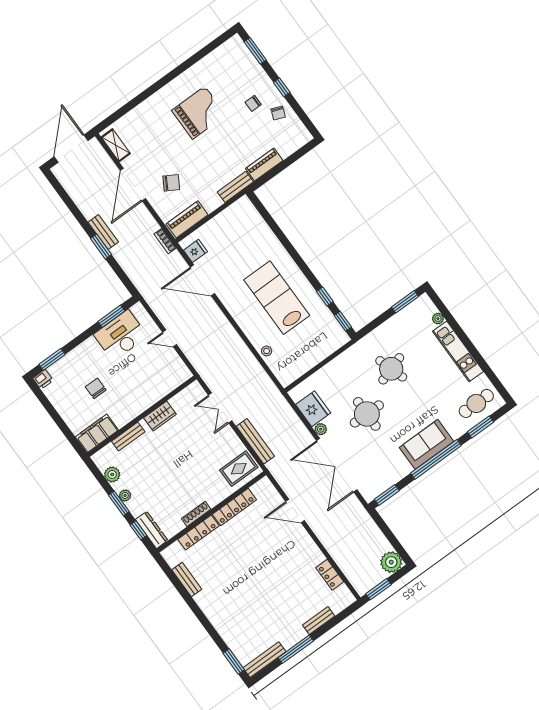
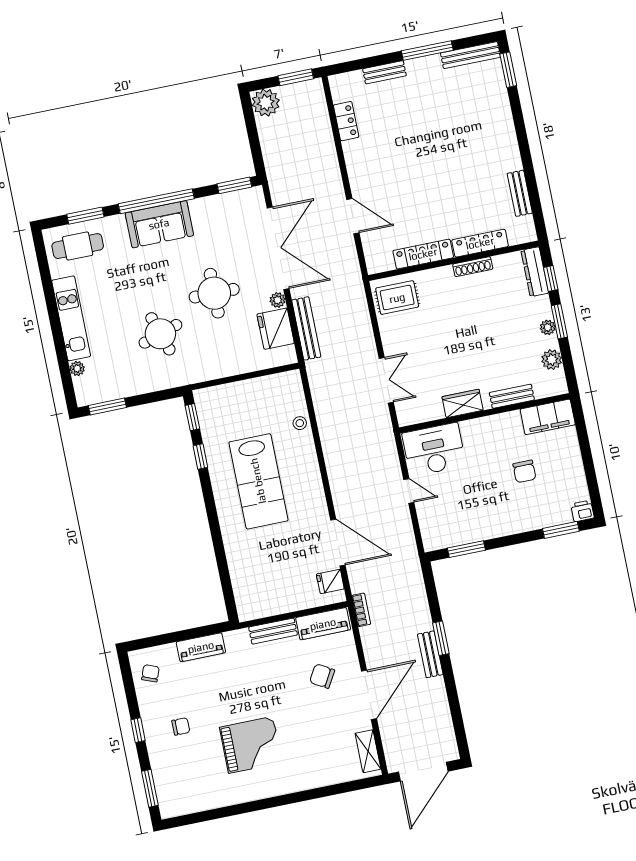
grand piano: (199, 113) -> (251, 745), turned 180
chair: (278, 113) -> (150, 673), moved
bench: (235, 187) -> (273, 631), moved
desk: (121, 335) -> (434, 449), moved, turned 180
bench: (255, 441) -> (306, 328), moved

